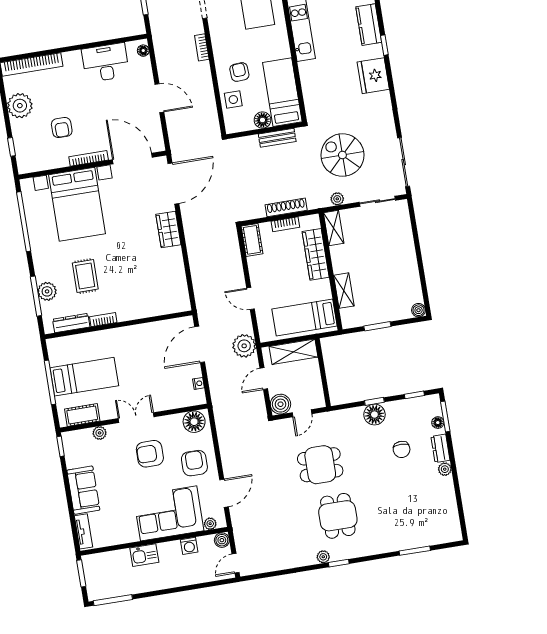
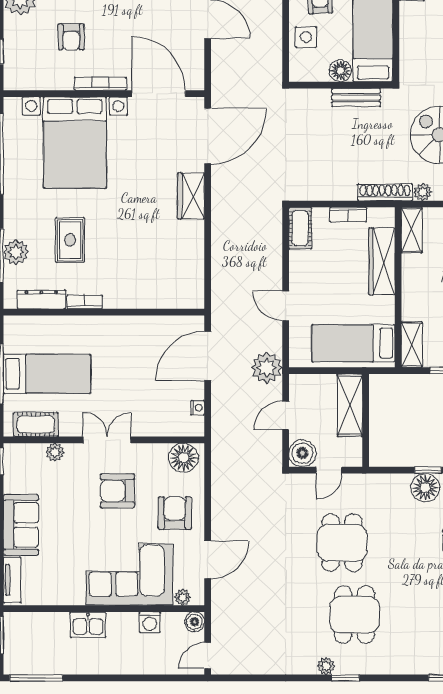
shoe rack: (286, 207) -> (385, 192), moved
shelving: (344, 291) -> (412, 345), moved
shelving: (293, 352) -> (350, 405), moved, turned 90
dining table: (320, 465) -> (342, 543), turned 90

